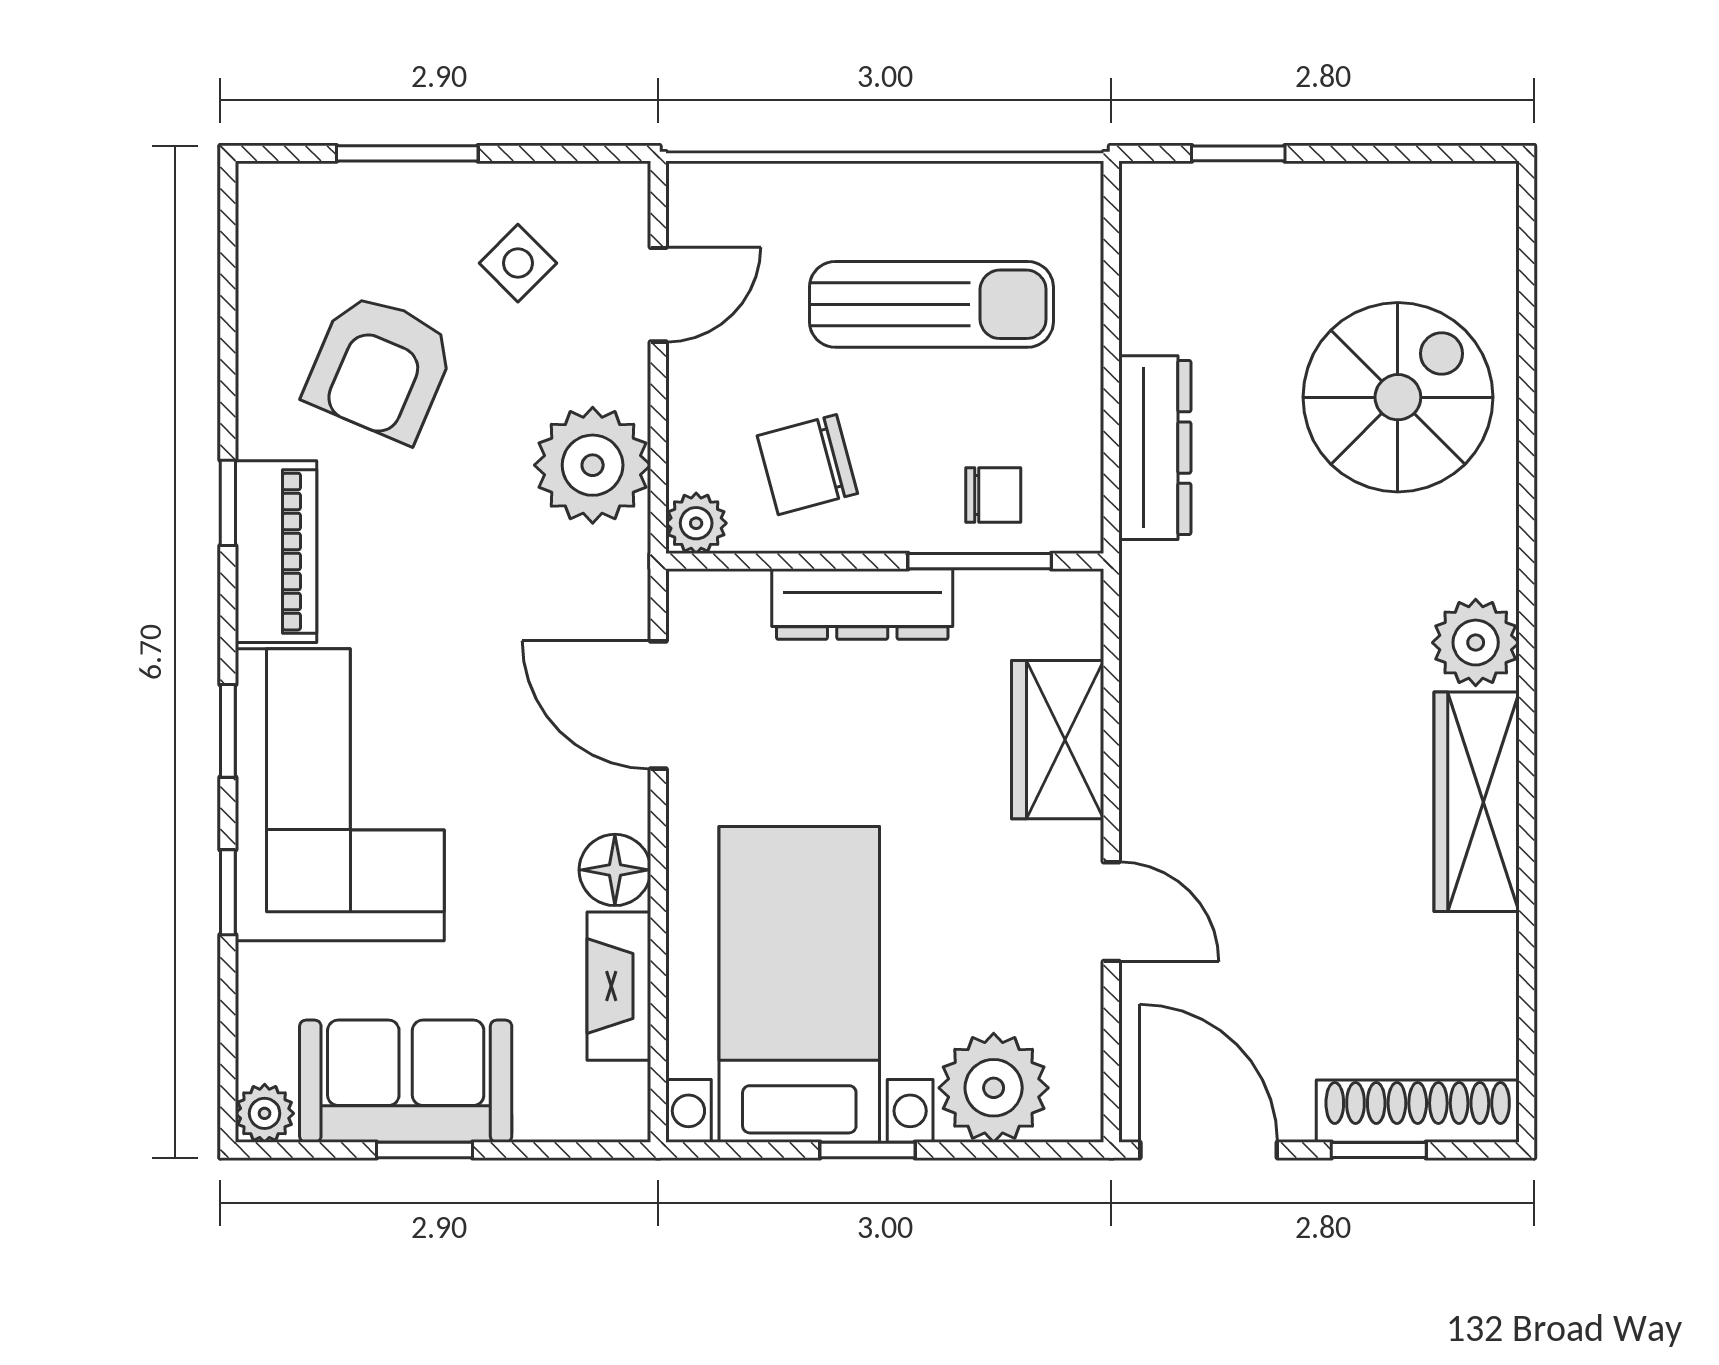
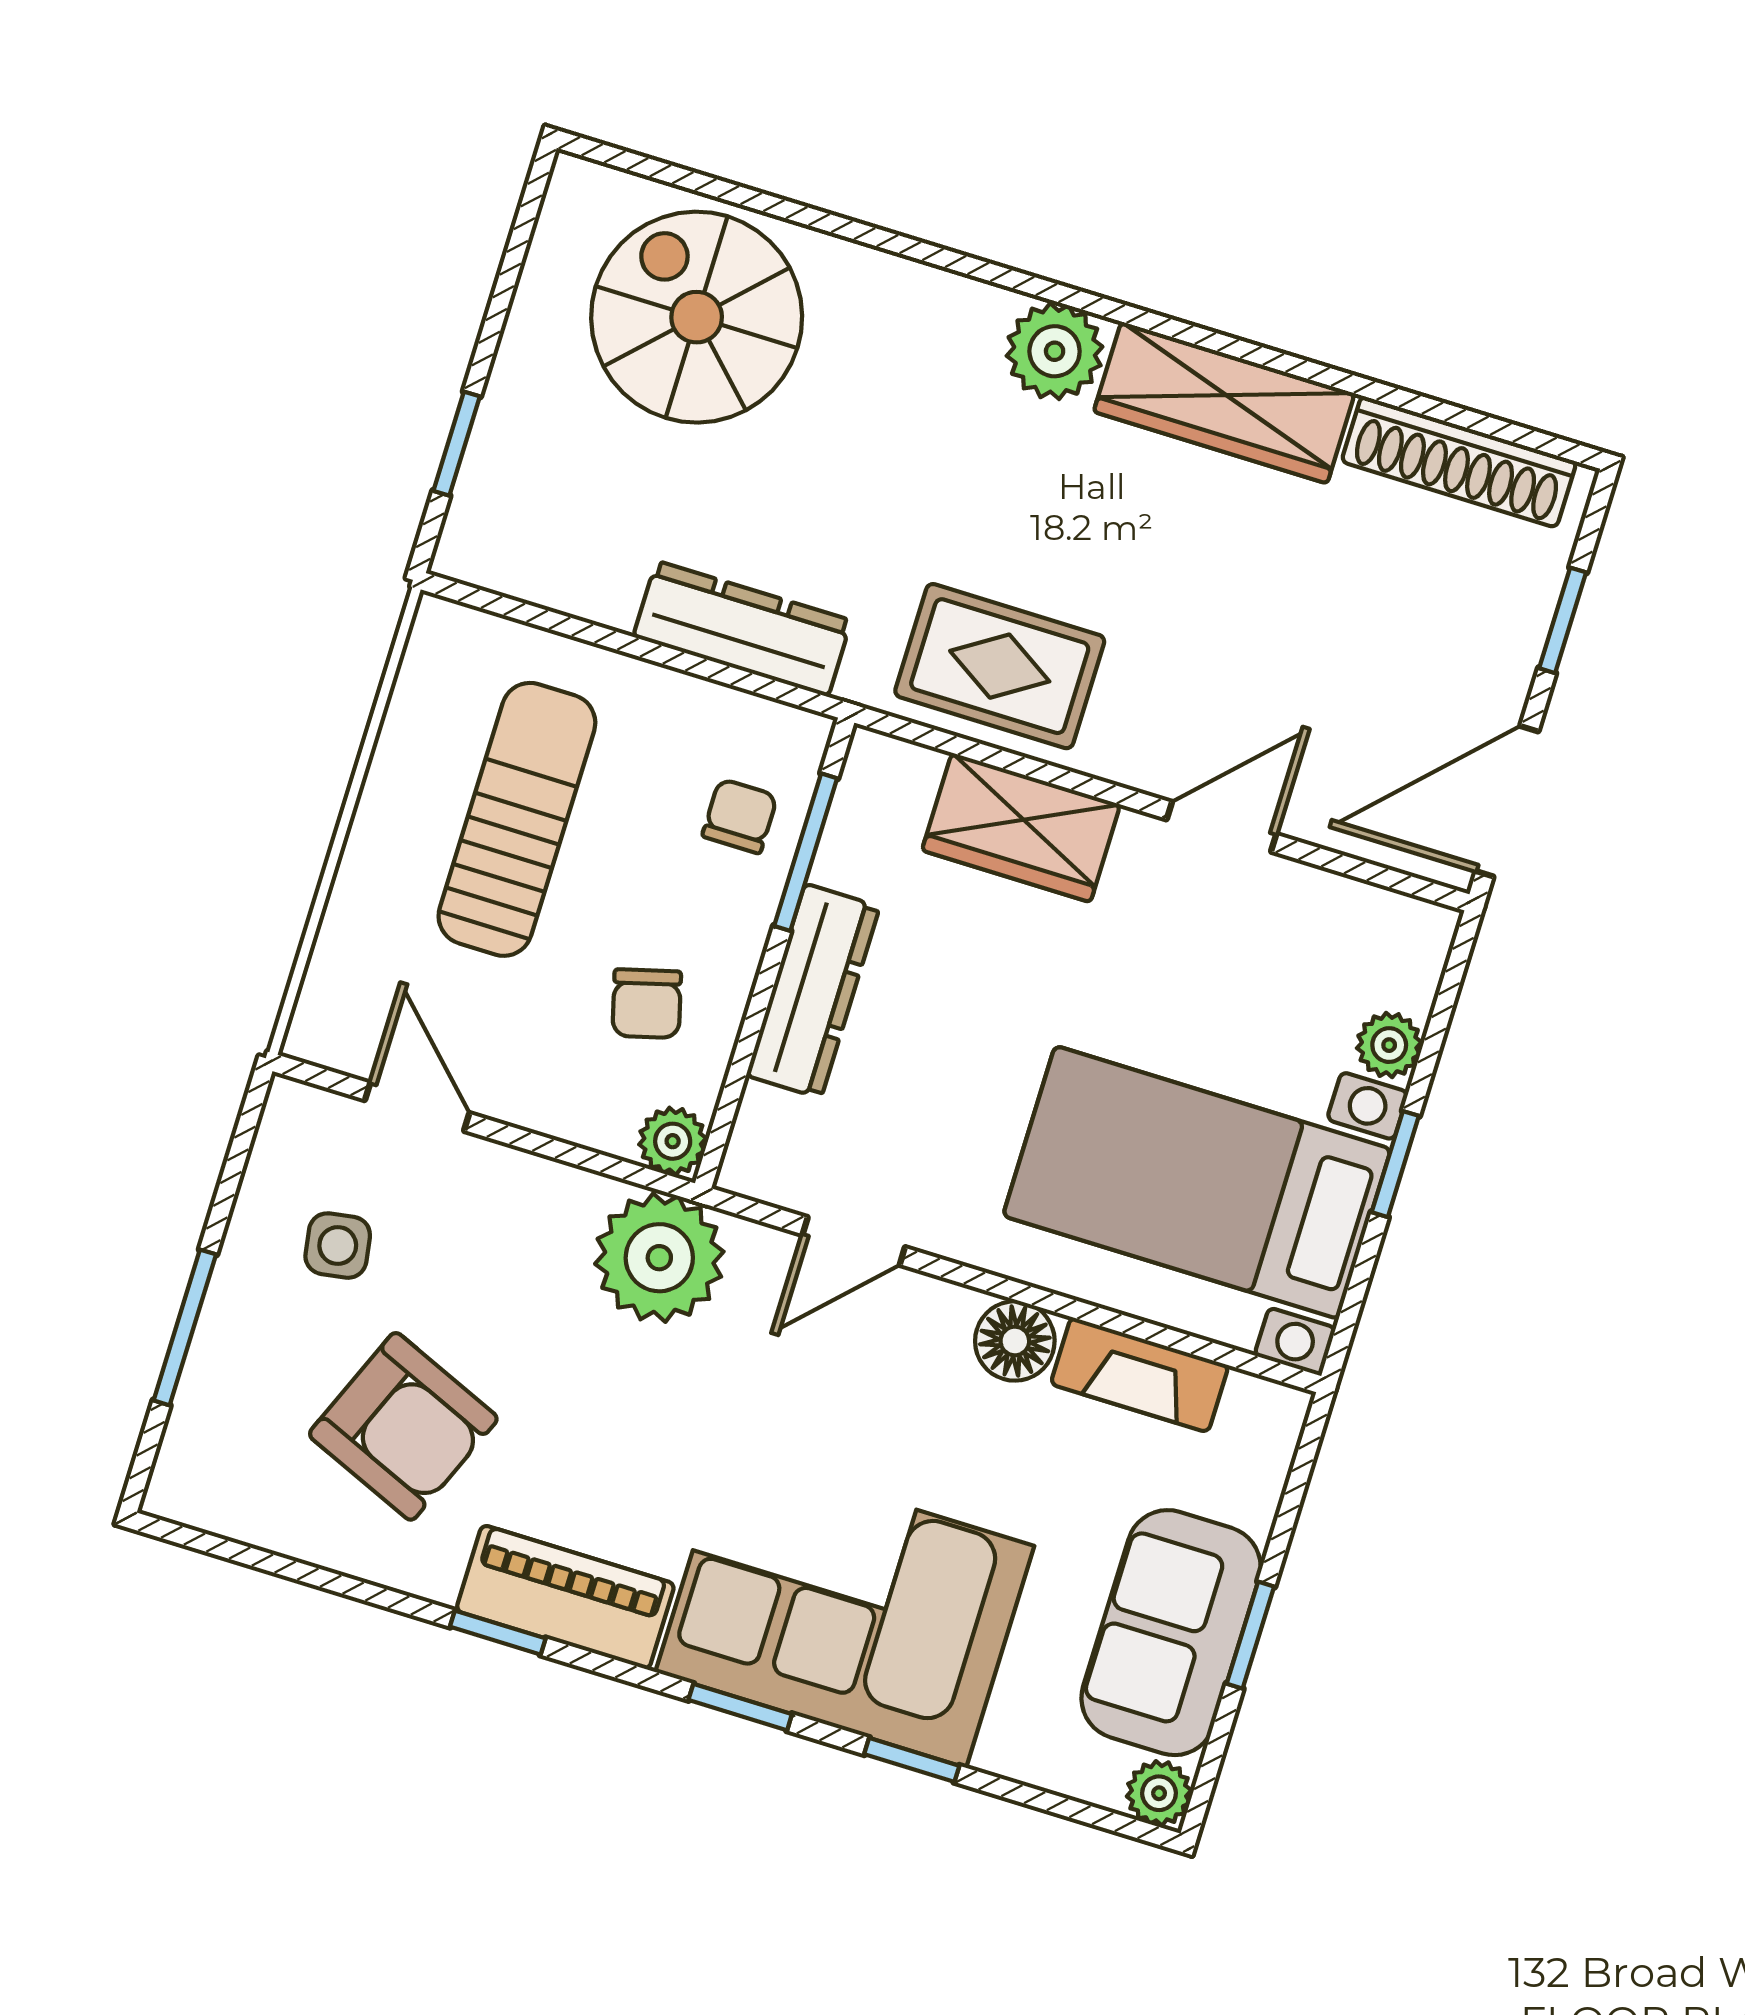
side table: (518, 263) -> (338, 1246), turned 36
spiral stairs: (1398, 397) -> (697, 317), moved
plant: (593, 465) -> (659, 1258), moved
chair: (807, 465) -> (647, 1004), width x0.73, depth x0.73
rug: (1191, 679) -> (1000, 666), added
door: (658, 705) -> (854, 1241), width x0.73
plant: (994, 1088) -> (1389, 1045), width x0.53, depth x0.53
shoe rack: (1418, 1111) -> (1459, 462), moved, turned -90

